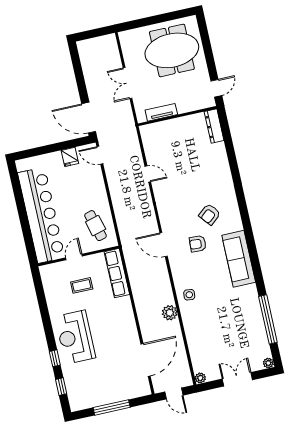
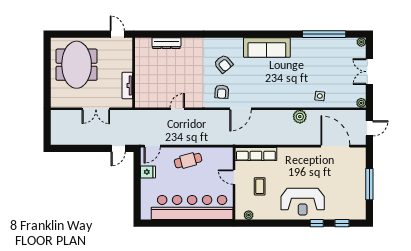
door: (89, 118) -> (118, 148), width x0.53
dresser: (214, 126) -> (166, 43), moved
cafe table: (96, 226) -> (188, 161), moved
armchair: (198, 244) -> (222, 92), moved
door: (74, 257) -> (234, 177), moved
plant: (47, 280) -> (249, 215), added
side table: (189, 295) -> (320, 96), moved

